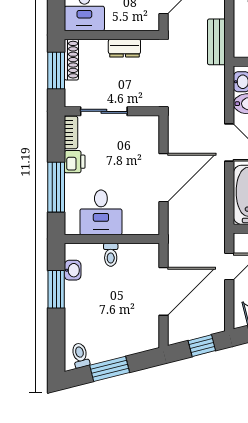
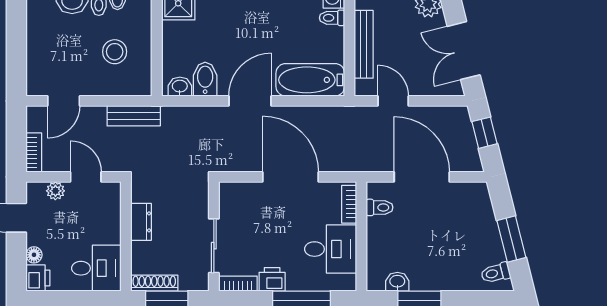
bookcase: (140, 228) -> (349, 204), added
toilet: (111, 255) -> (380, 207), moved

